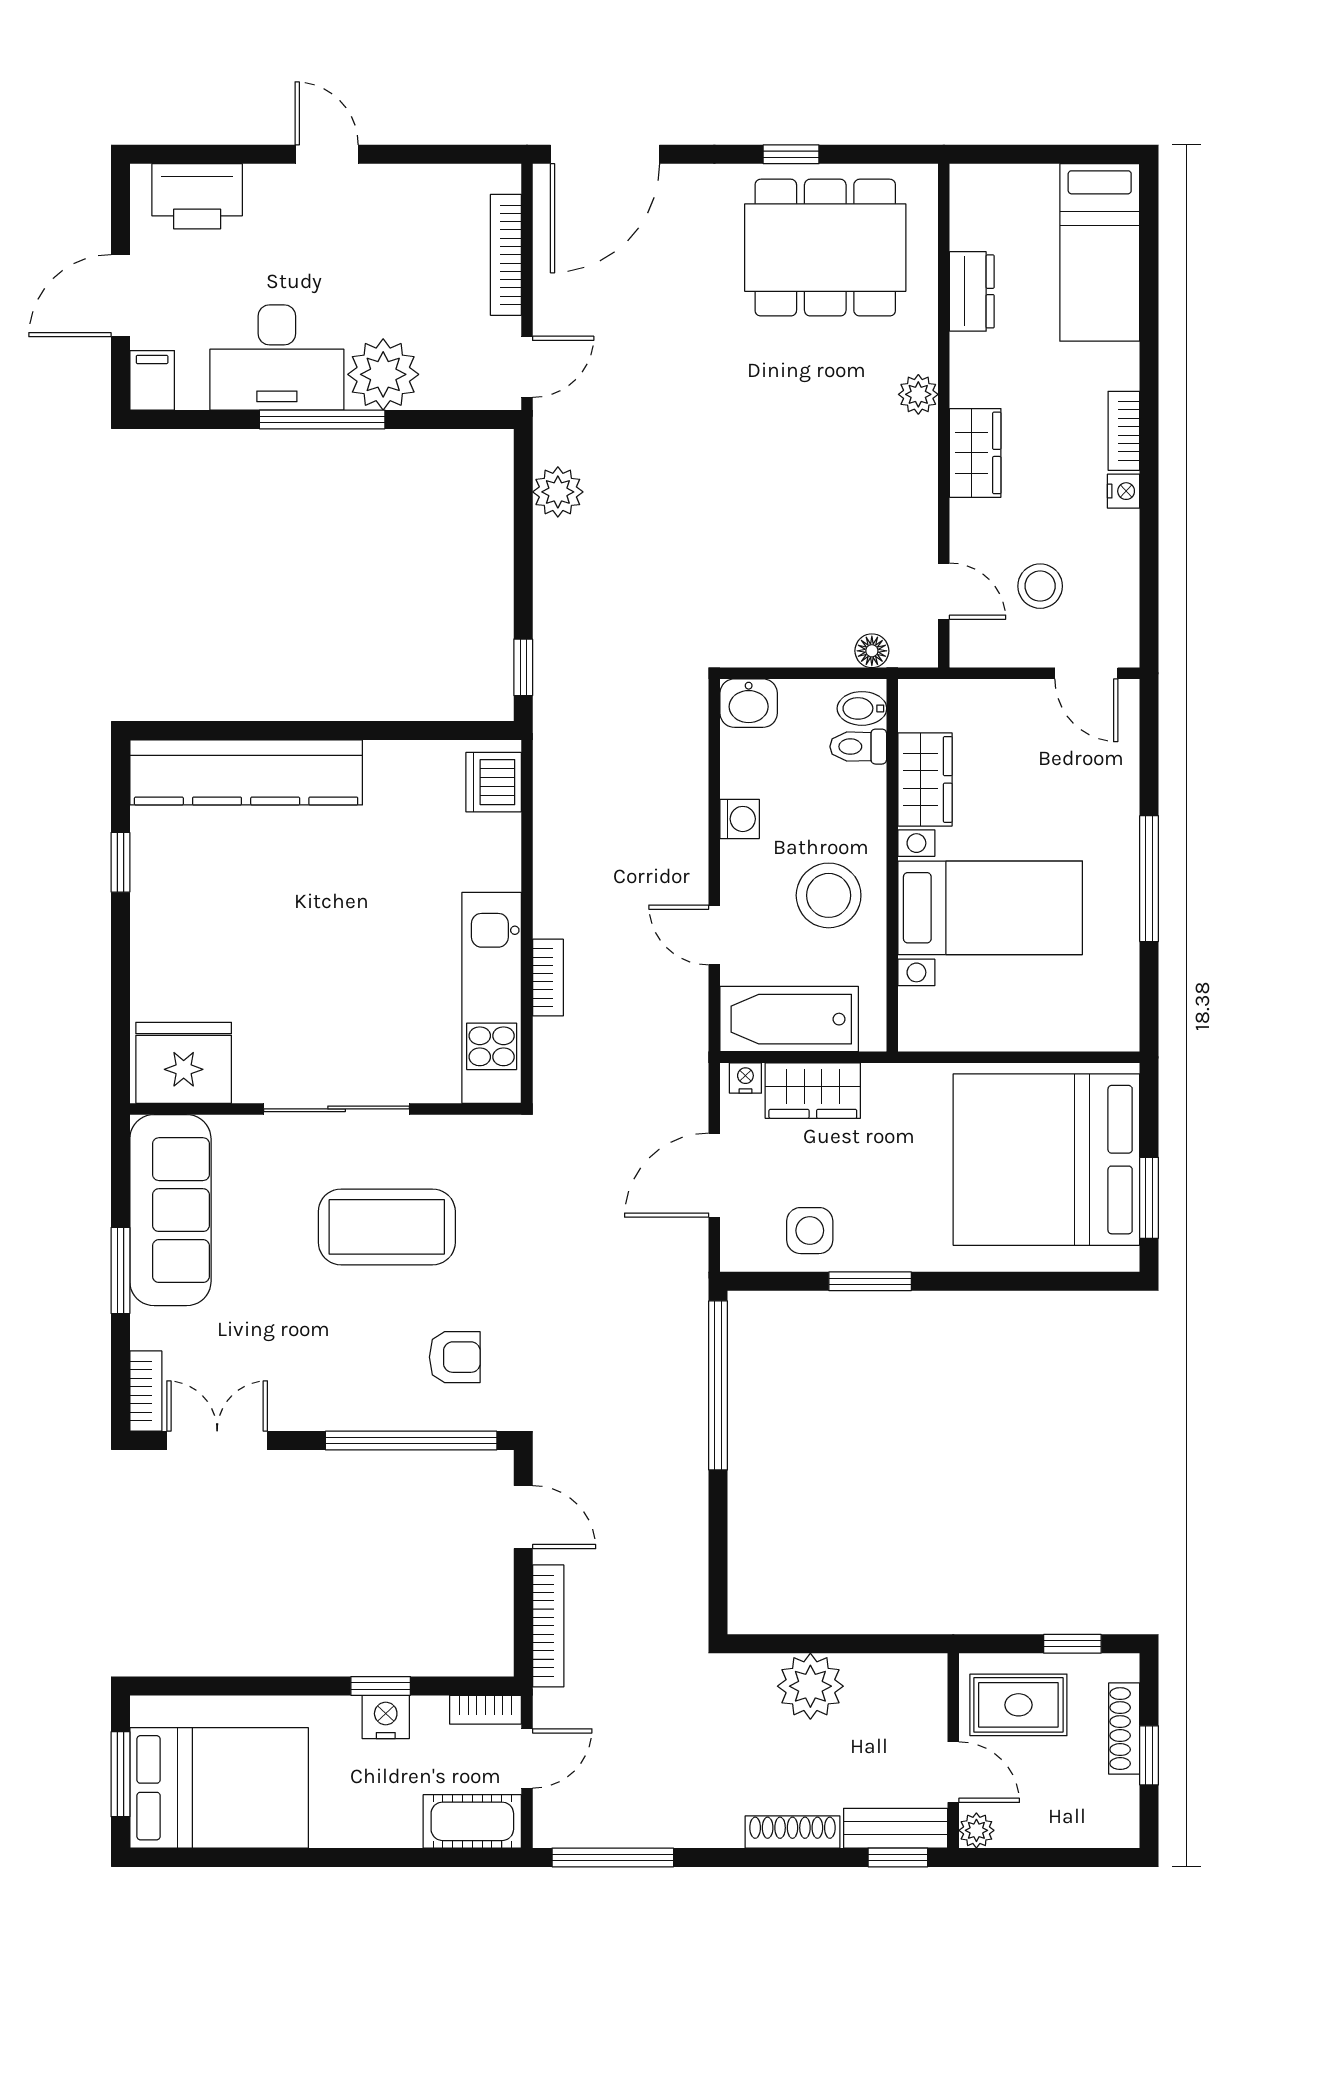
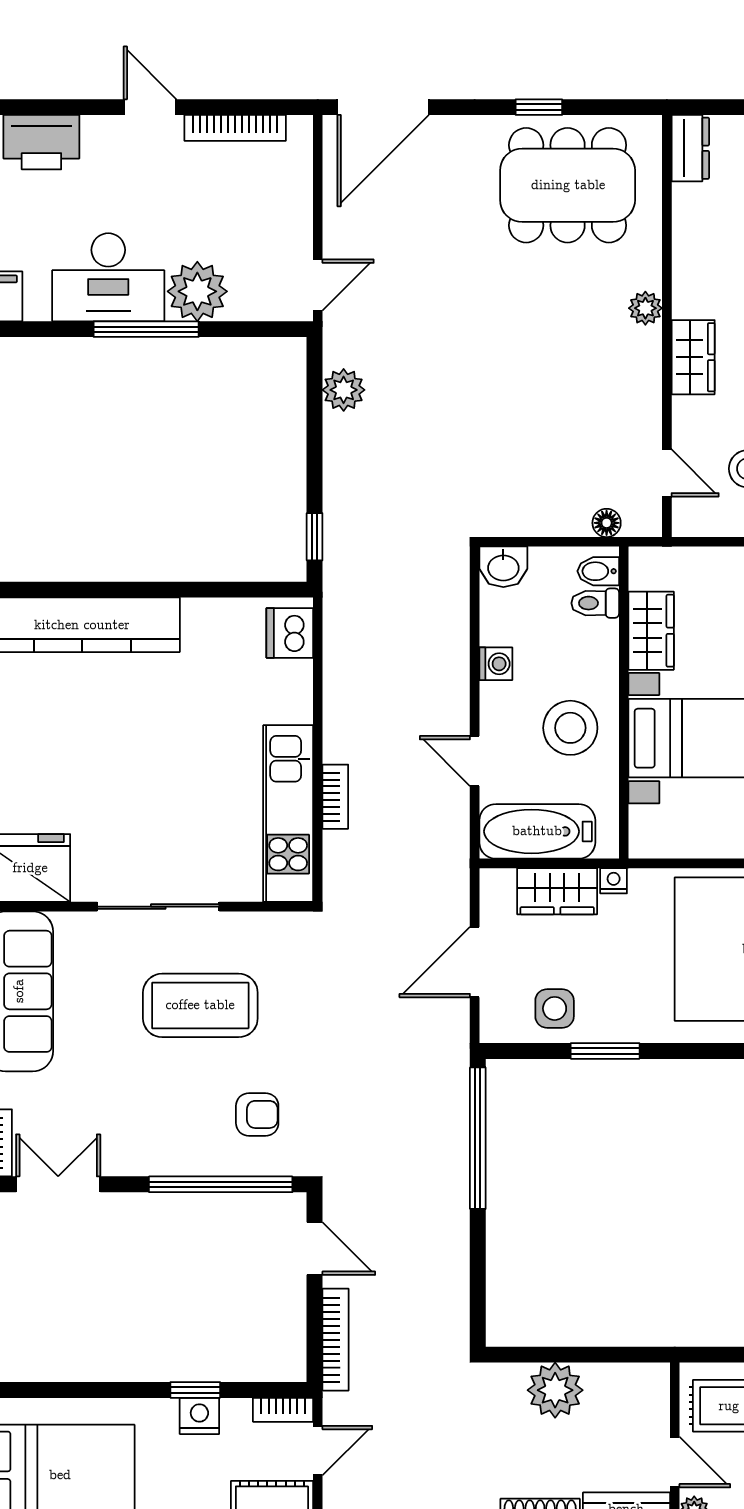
bookcase: (506, 255) -> (235, 128), moved, turned -90
dresser: (972, 291) -> (690, 148), moved
nightstand: (745, 1078) -> (614, 881), moved

